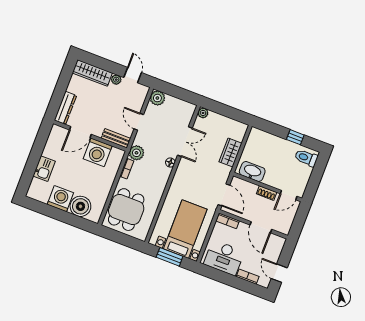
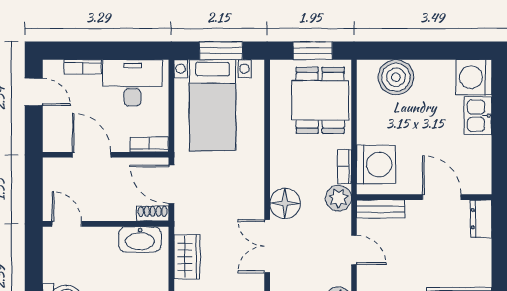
dresser: (65, 108) -> (481, 219), width x0.70
door: (80, 132) -> (442, 197), hinge flipped
washing machine: (98, 152) -> (376, 165), moved, turned 90
floor lamp: (170, 162) -> (285, 203), width x1.89, depth x1.89
shoe rack: (267, 193) -> (153, 213), moved
door: (289, 195) -> (67, 224), hinge flipped
washing machine: (60, 199) -> (474, 77), moved, turned 90
window: (120, 238) -> (313, 51), added

